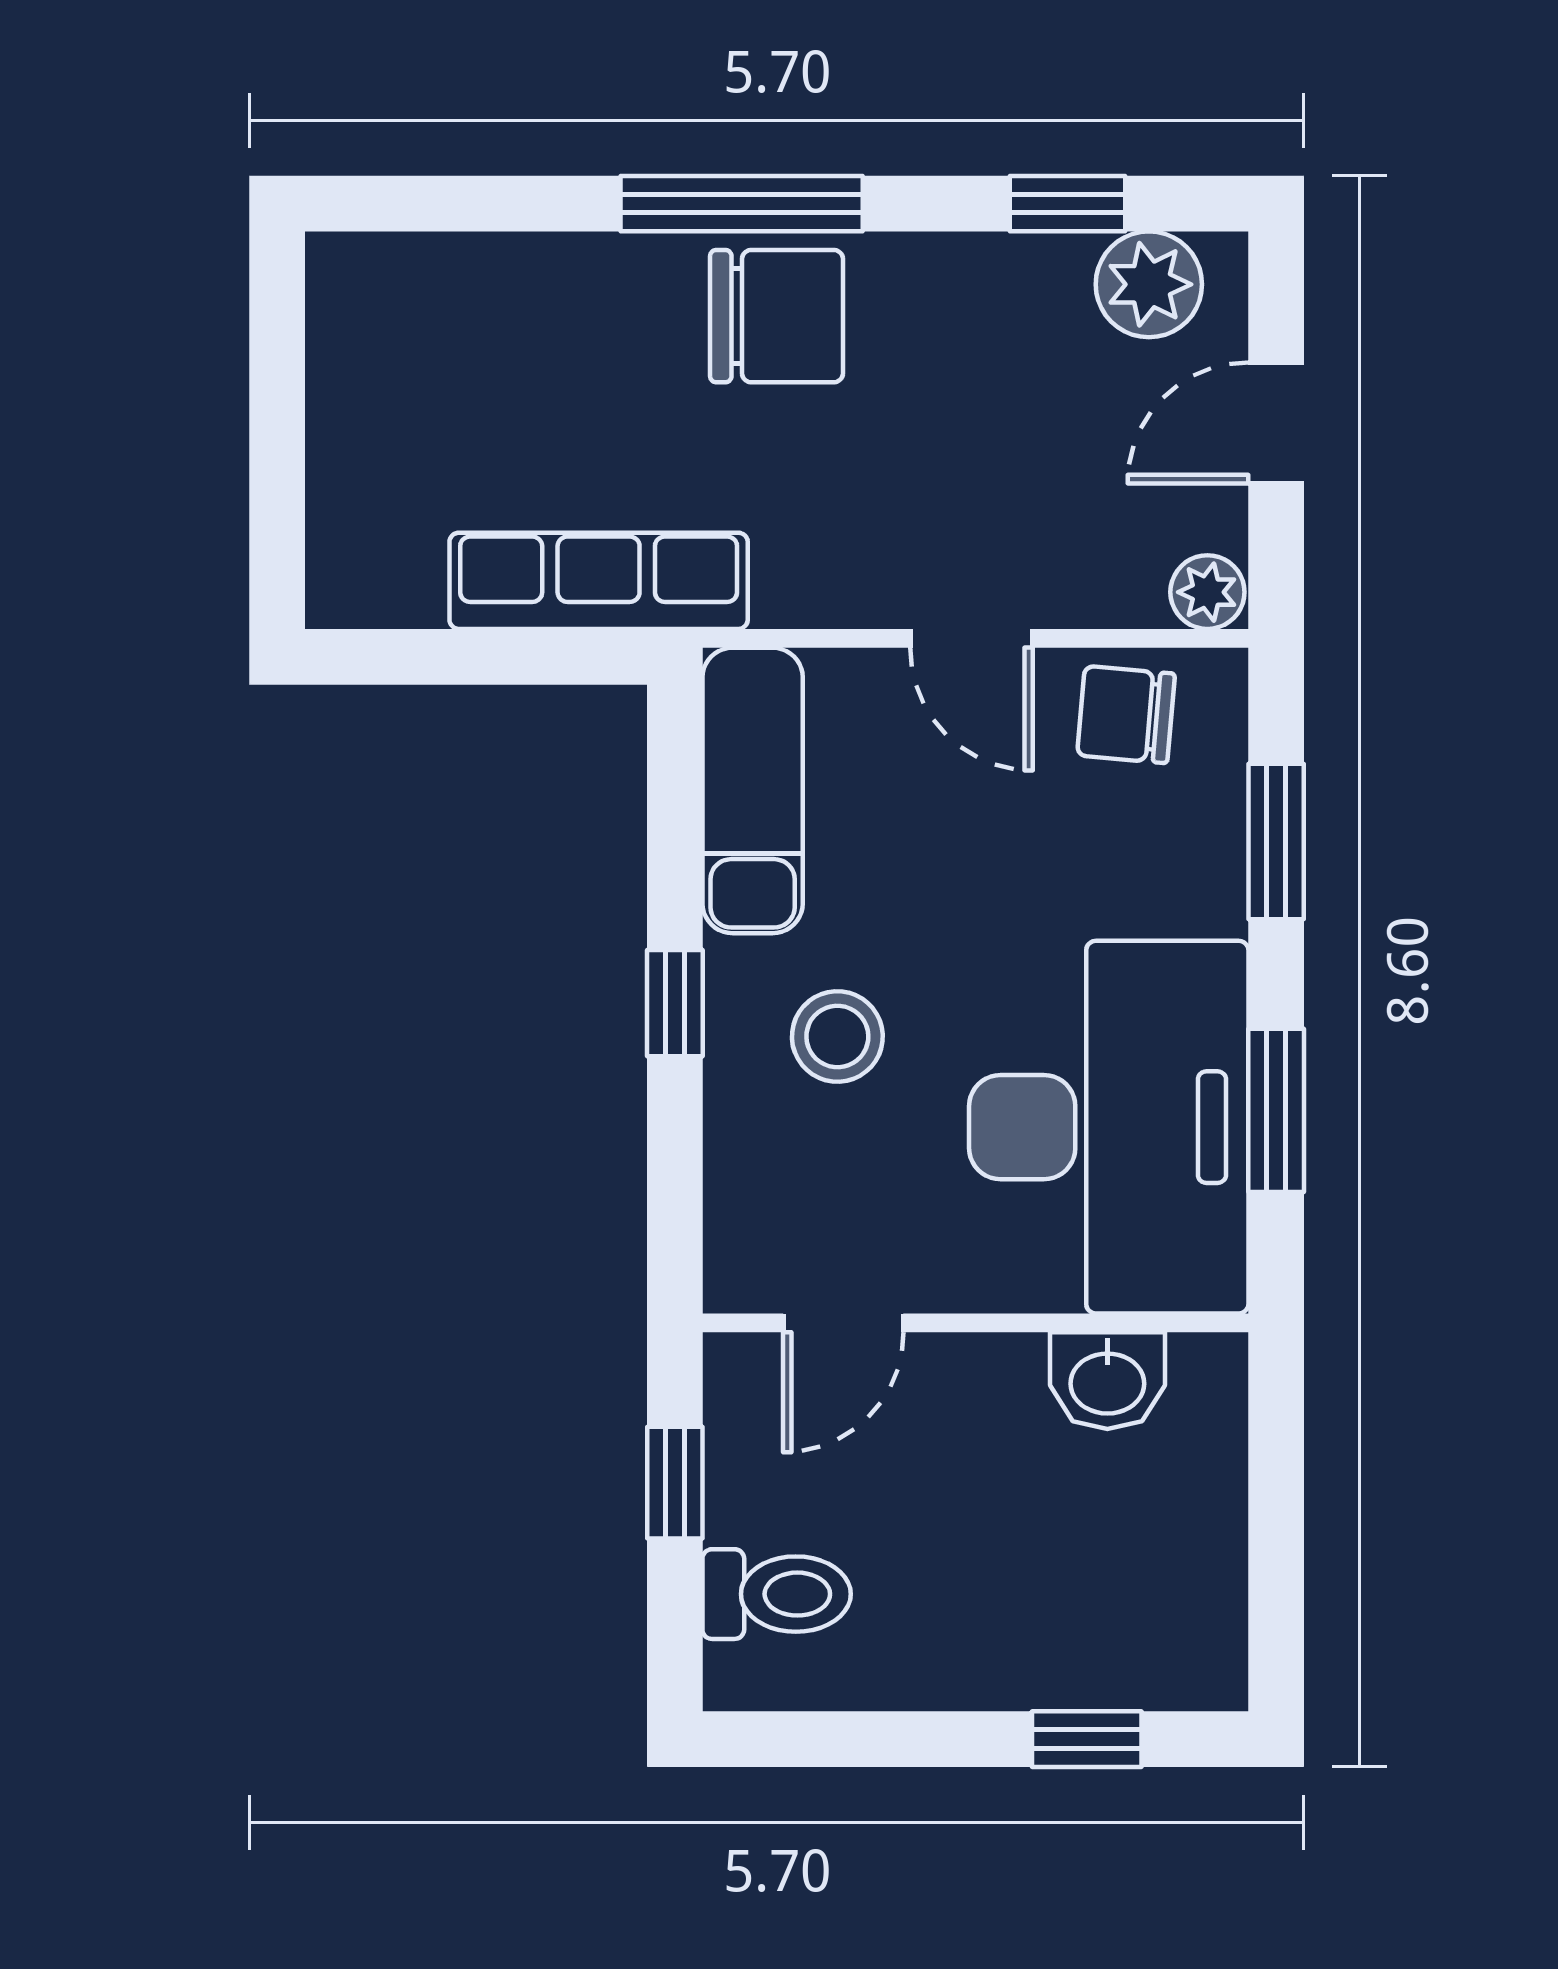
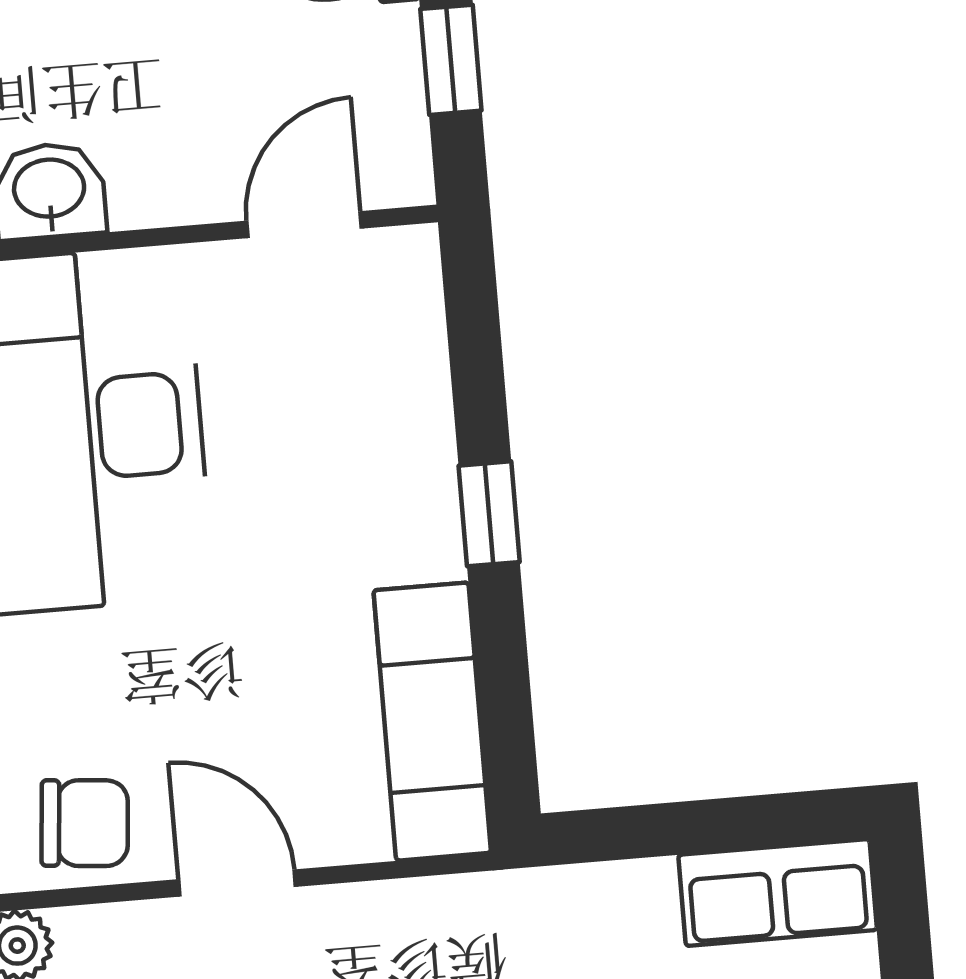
row of seats: (599, 581) -> (778, 892), moved, width x0.68
stool: (837, 1036) -> (332, 495), removed

